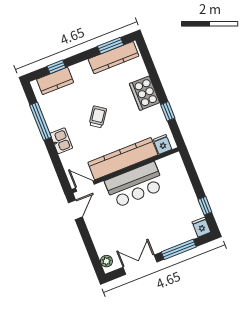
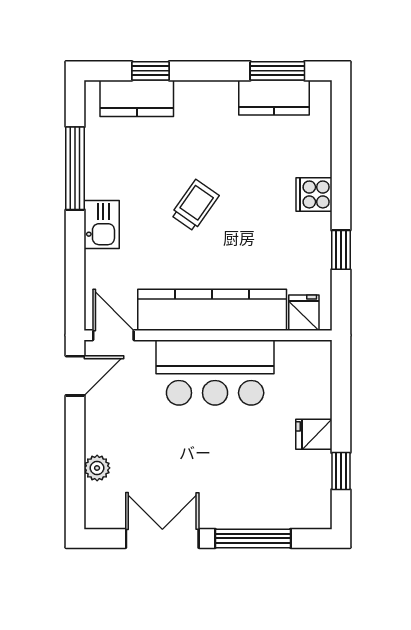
kitchen counter: (114, 58) -> (274, 98), width x0.67
cooker: (145, 93) -> (314, 194), width x0.53, depth x0.76
fridge: (201, 227) -> (314, 434), moved, turned -90
plant: (106, 261) -> (97, 468), moved

